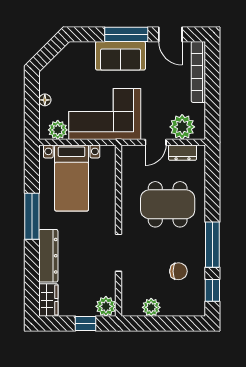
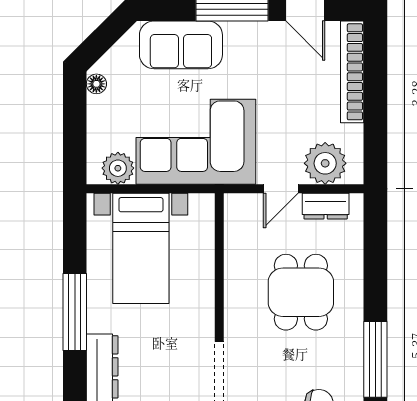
sofa: (120, 56) -> (181, 45), moved
floor lamp: (45, 100) -> (96, 84), moved
dining table: (168, 204) -> (301, 292), width x0.73

